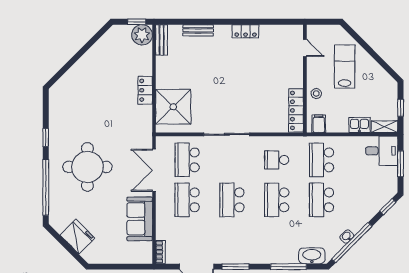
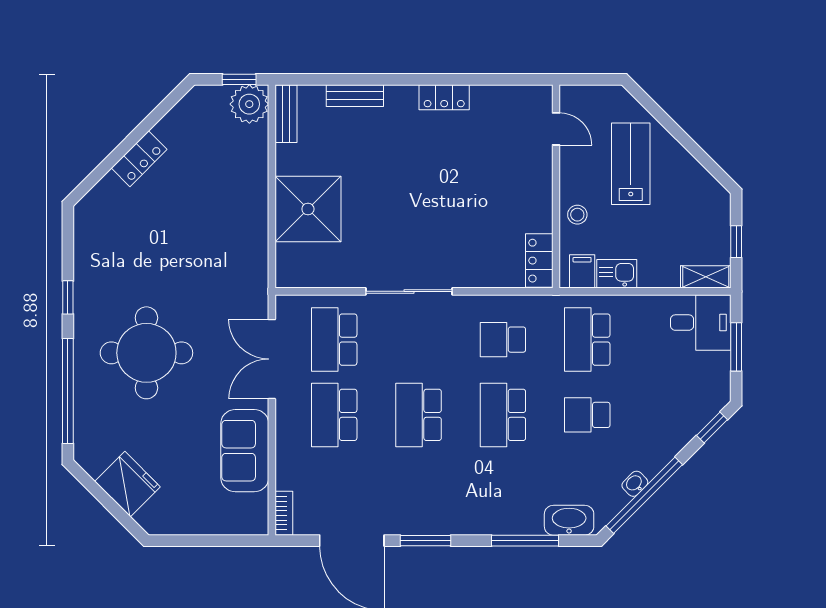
locker: (145, 90) -> (139, 159), moved, turned -135
shower: (173, 107) -> (308, 209), moved
locker: (296, 110) -> (539, 261), width x0.66
kitchen sink: (359, 125) -> (617, 274), moved
school desk: (322, 200) -> (587, 415), width x0.54

